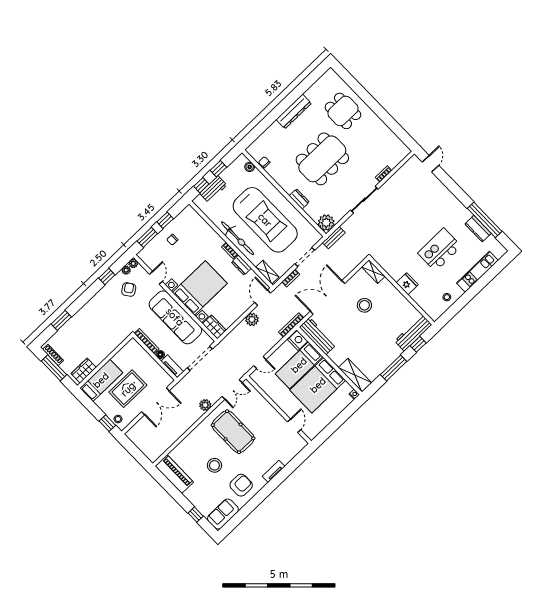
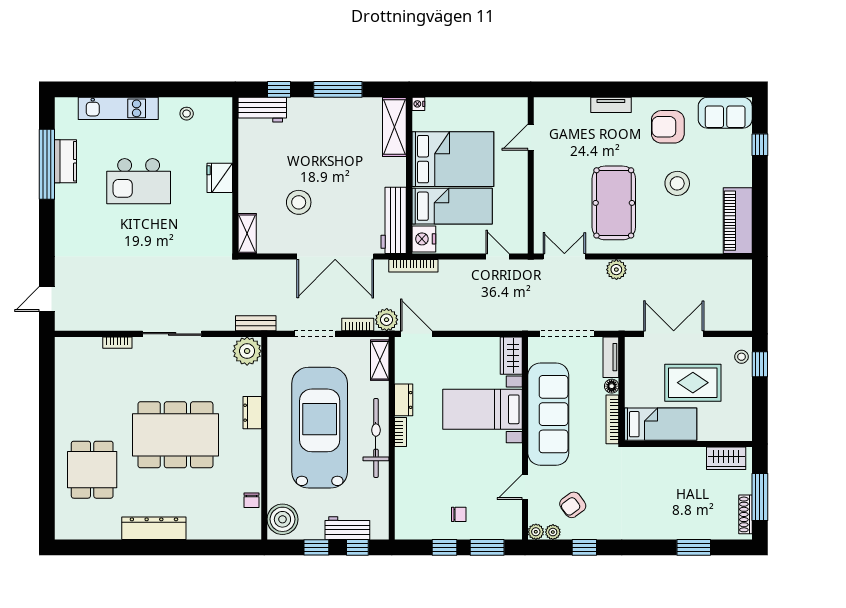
boiler: (250, 167) -> (282, 519), width x1.86, depth x1.86
bed with nightstands: (200, 288) -> (482, 409), width x0.73
door: (263, 298) -> (416, 334), swing flipped
plant: (252, 319) -> (387, 320), moved
workbench: (413, 333) -> (262, 110), width x0.73
bed: (101, 380) -> (661, 424), moved, turned 180

